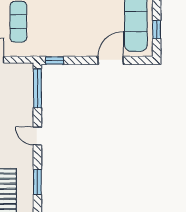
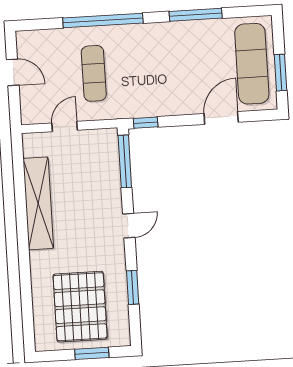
window: (157, 30) -> (280, 73), width x1.50
door: (37, 136) -> (129, 226), swing flipped

